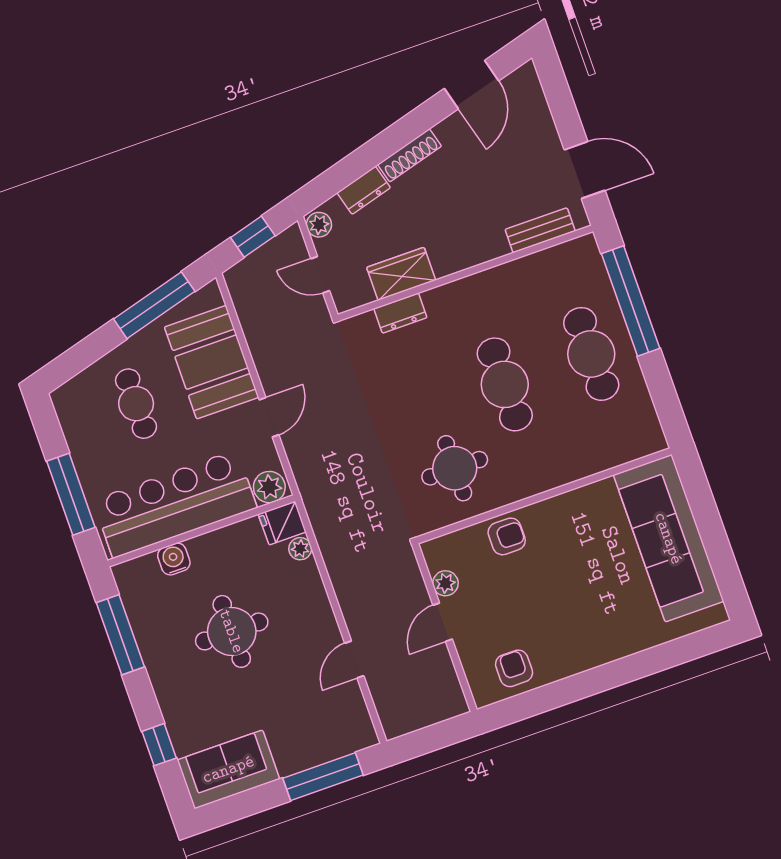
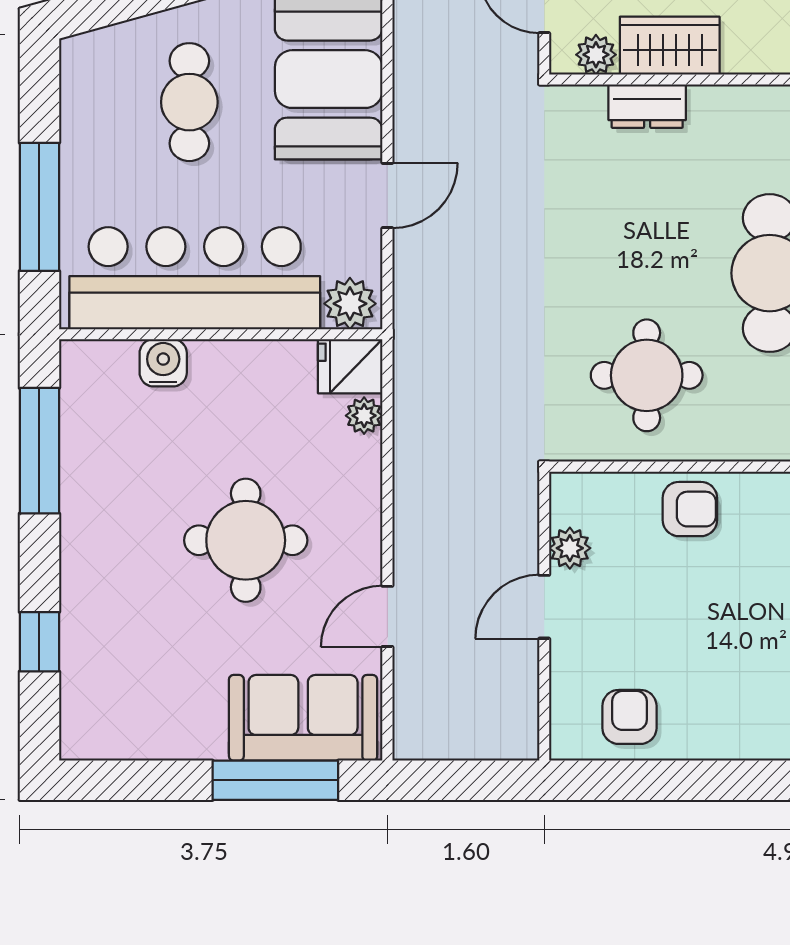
plant: (360, 294) -> (596, 55), added
round table: (232, 631) -> (246, 540), moved
sofa: (228, 769) -> (303, 718), moved

